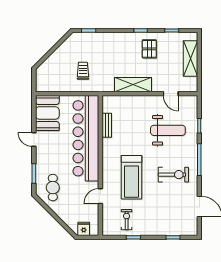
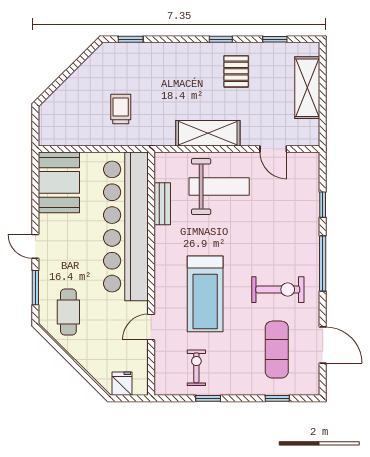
weight bench: (168, 130) -> (219, 187), moved
door: (34, 140) -> (35, 246), moved
exercise mat: (173, 209) -> (277, 350), added

